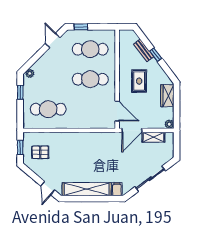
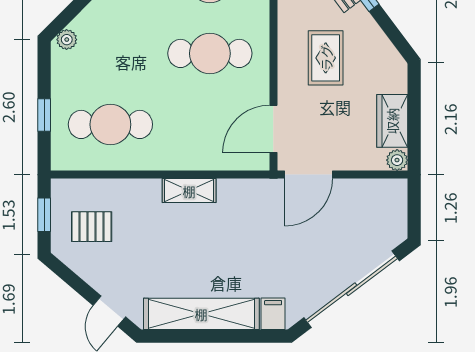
window: (20, 92) -> (44, 115), moved
wardrobe: (167, 96) -> (392, 121), moved
door: (117, 111) -> (273, 129), swing flipped
shelving: (153, 137) -> (189, 191), moved
sliding door: (150, 179) -> (352, 289), width x1.36

